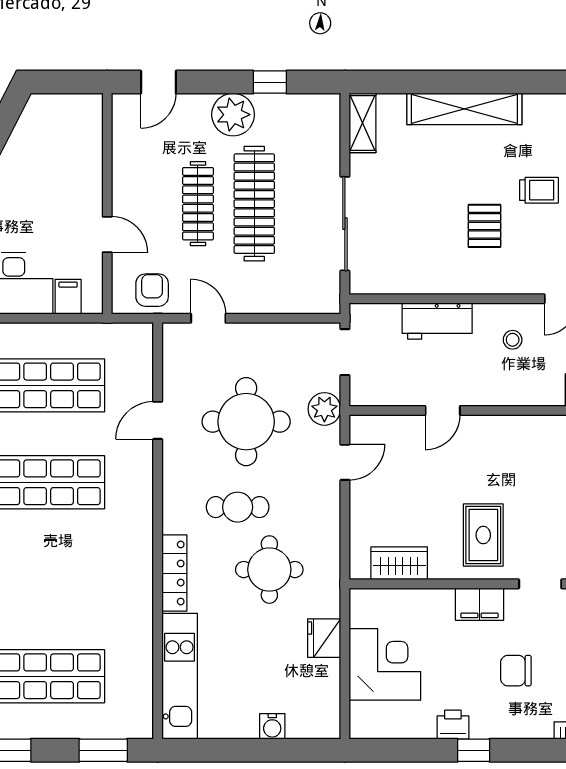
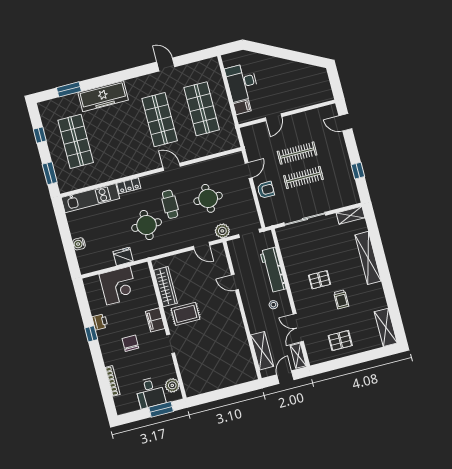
plant: (233, 115) -> (340, 158), removed
clothes rail: (254, 204) -> (303, 178), width x0.73, depth x0.76
armchair: (152, 290) -> (266, 190), moved
workbench: (437, 321) -> (273, 270), width x1.38
door: (158, 420) -> (172, 167), moved
round table: (246, 422) -> (208, 198), width x0.73, depth x0.73
wardrobe: (399, 563) -> (165, 287), width x1.50
locker: (174, 573) -> (129, 186), width x0.66

